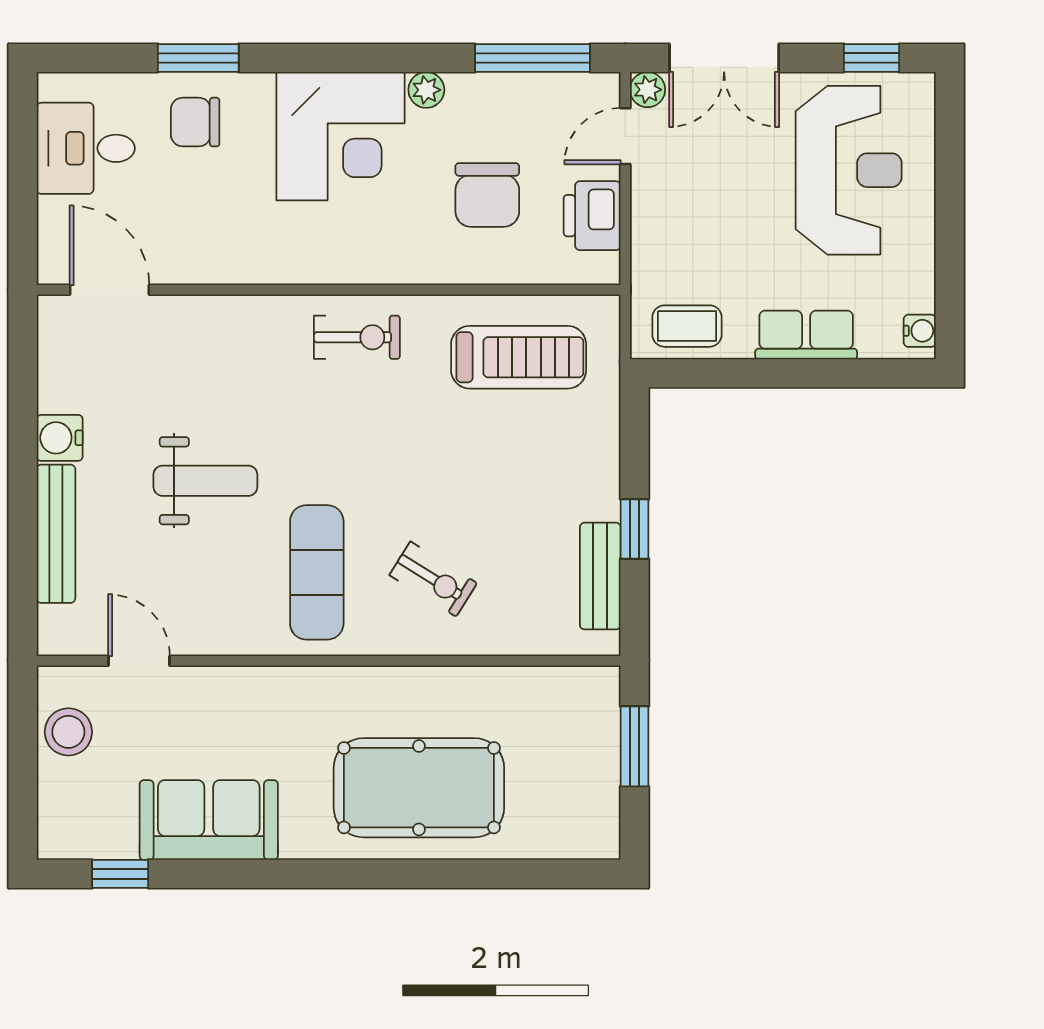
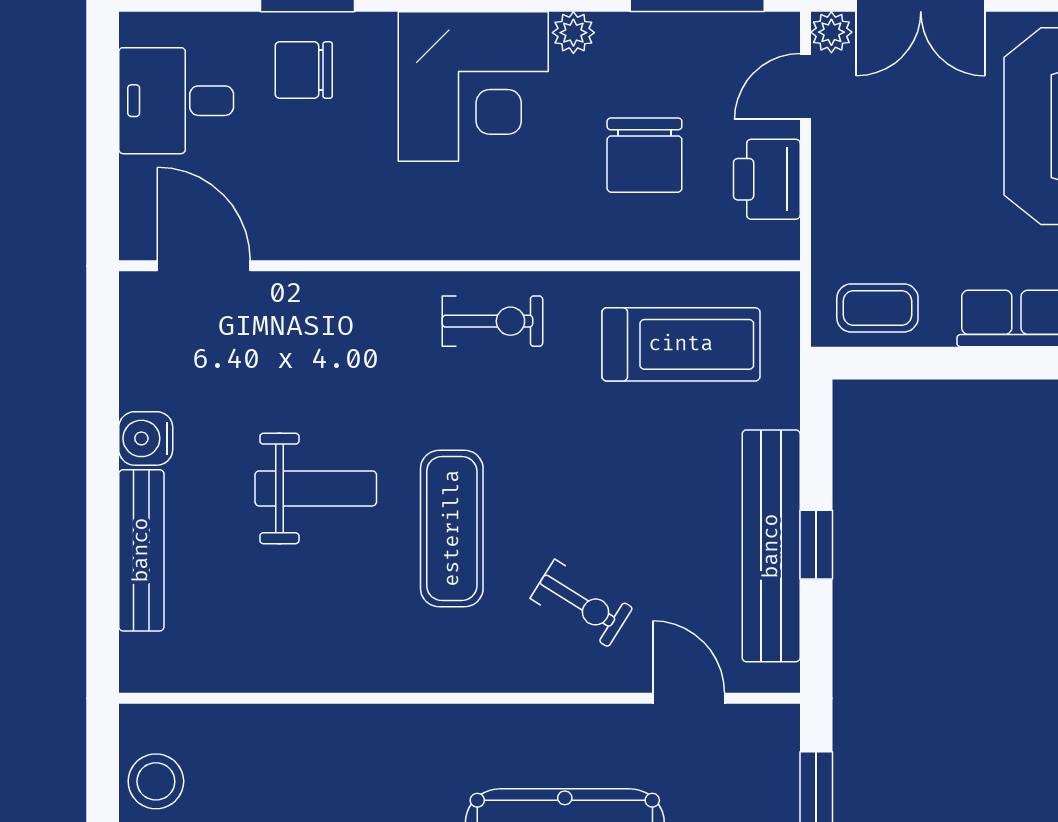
exercise mat: (317, 572) -> (452, 528), moved
bench: (600, 576) -> (771, 546), width x1.86, depth x1.21
door: (139, 661) -> (689, 698), moved

